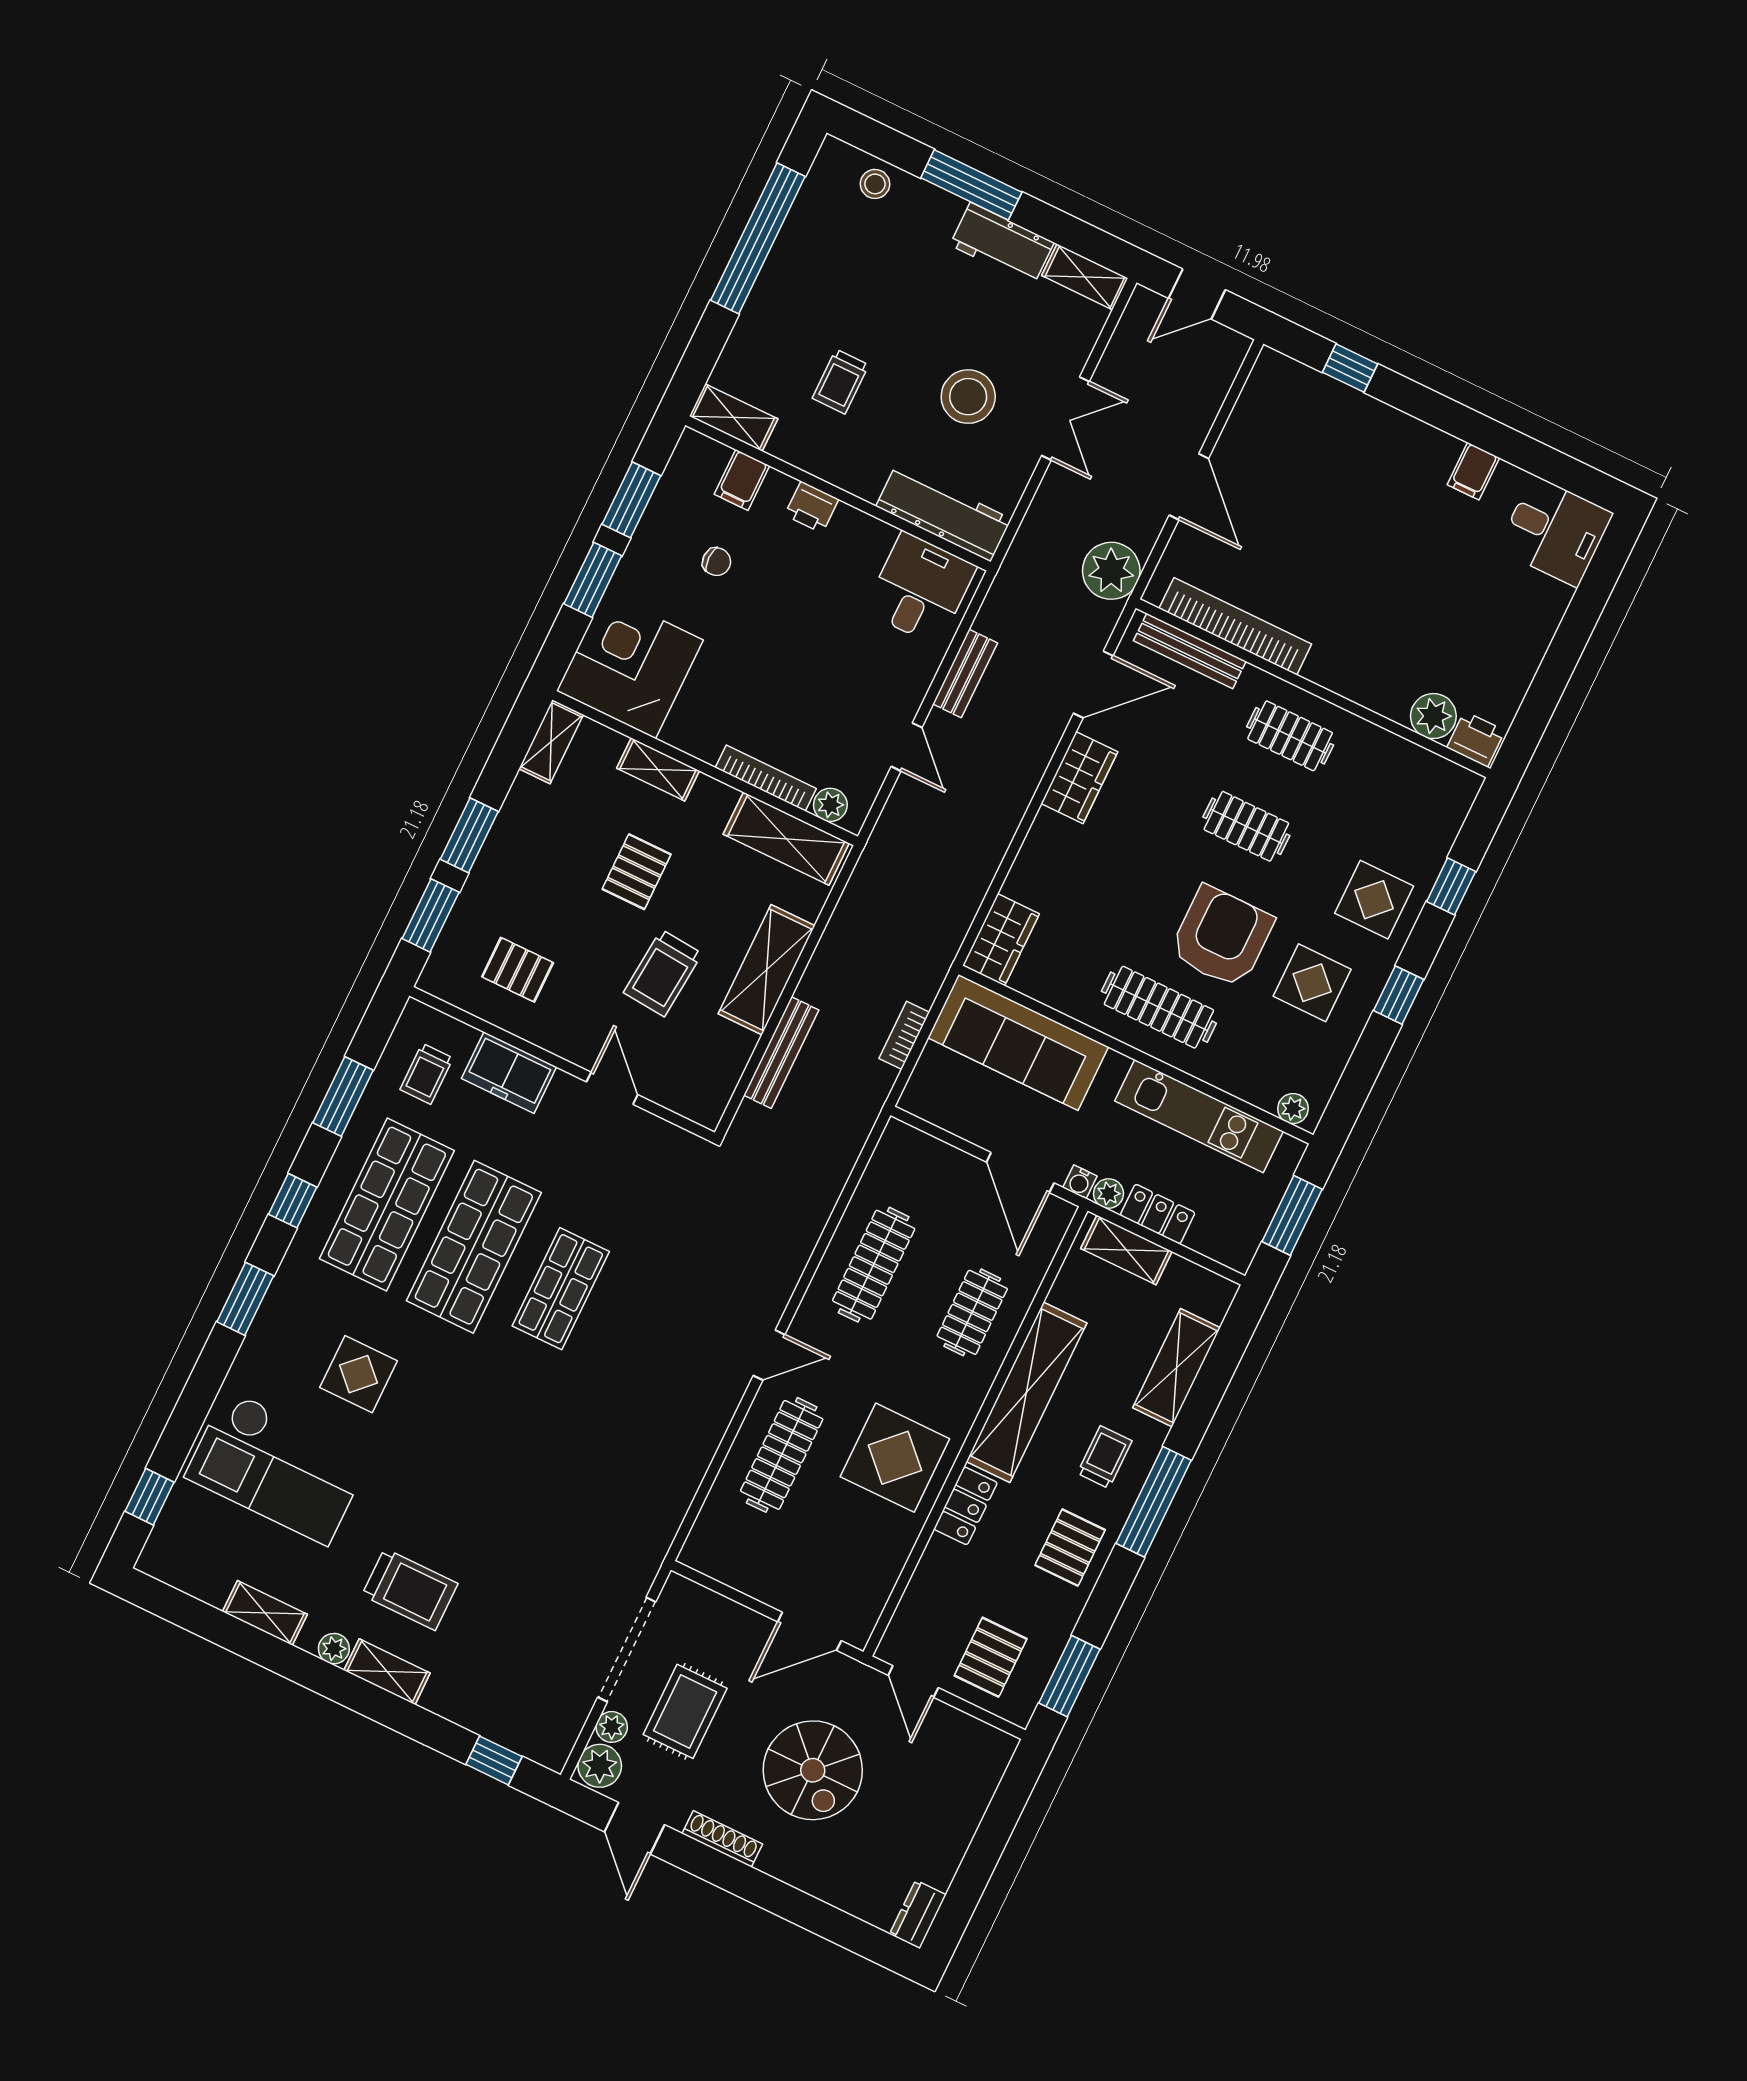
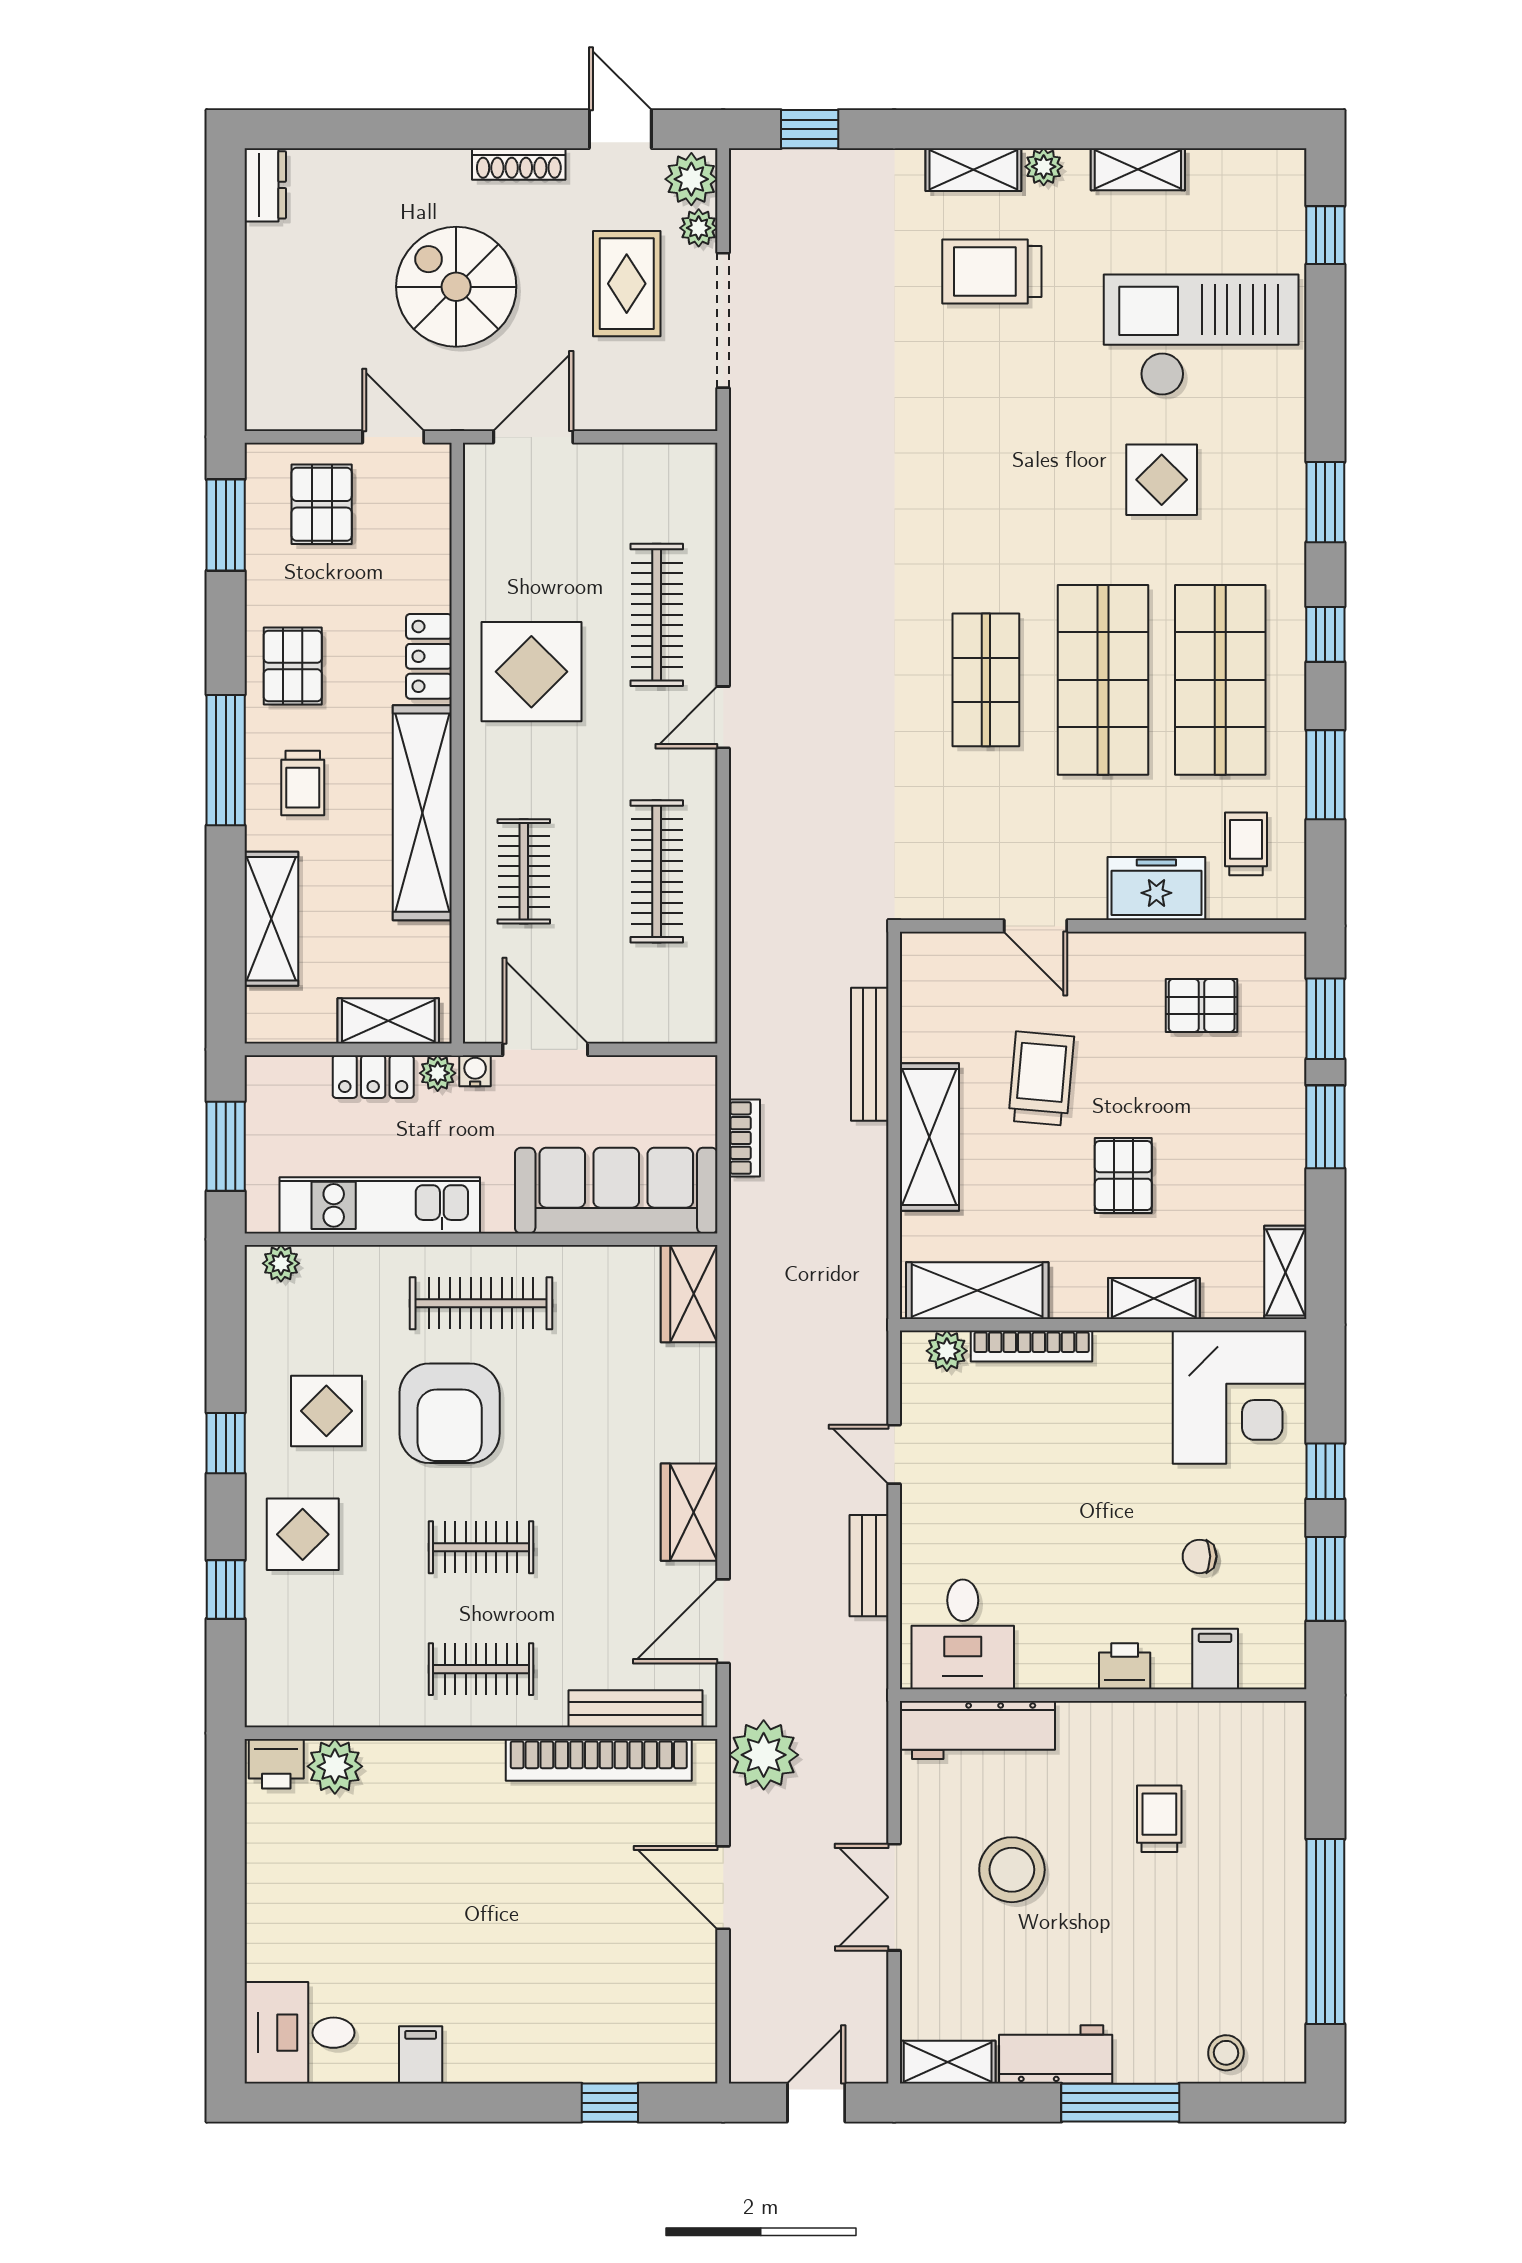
shelving: (733, 417) -> (1257, 1723), removed
window: (593, 580) -> (1325, 1471), width x0.67

